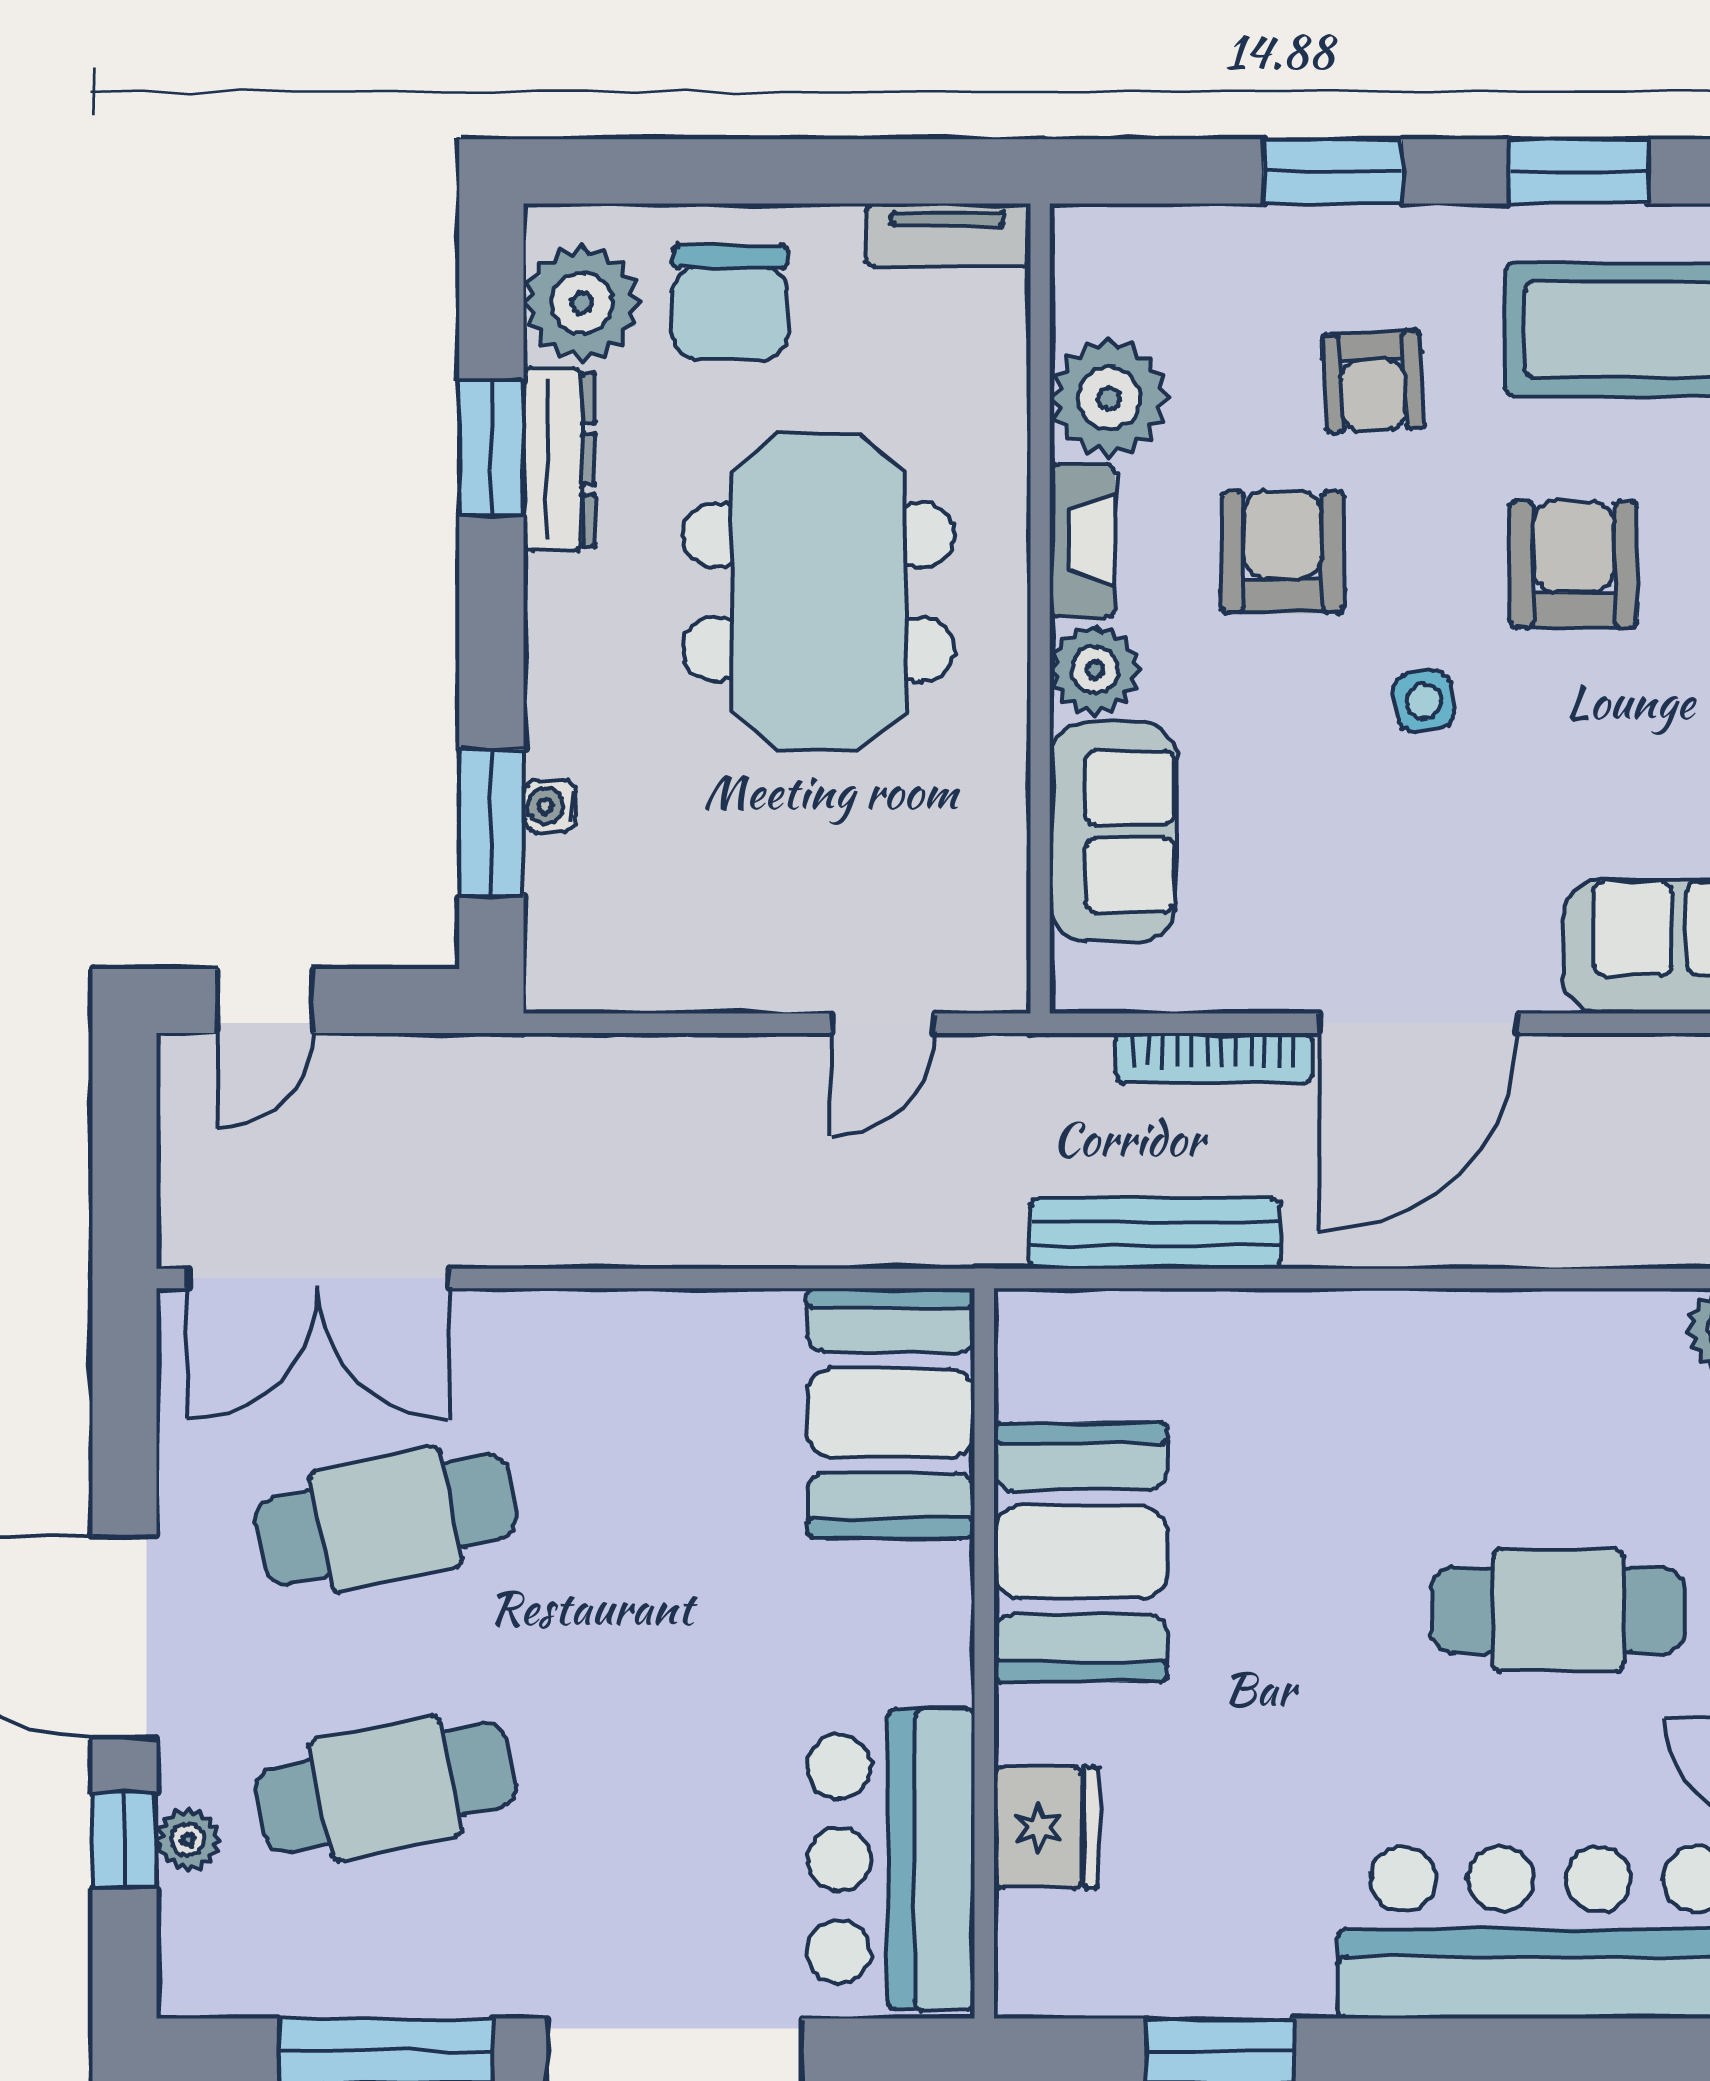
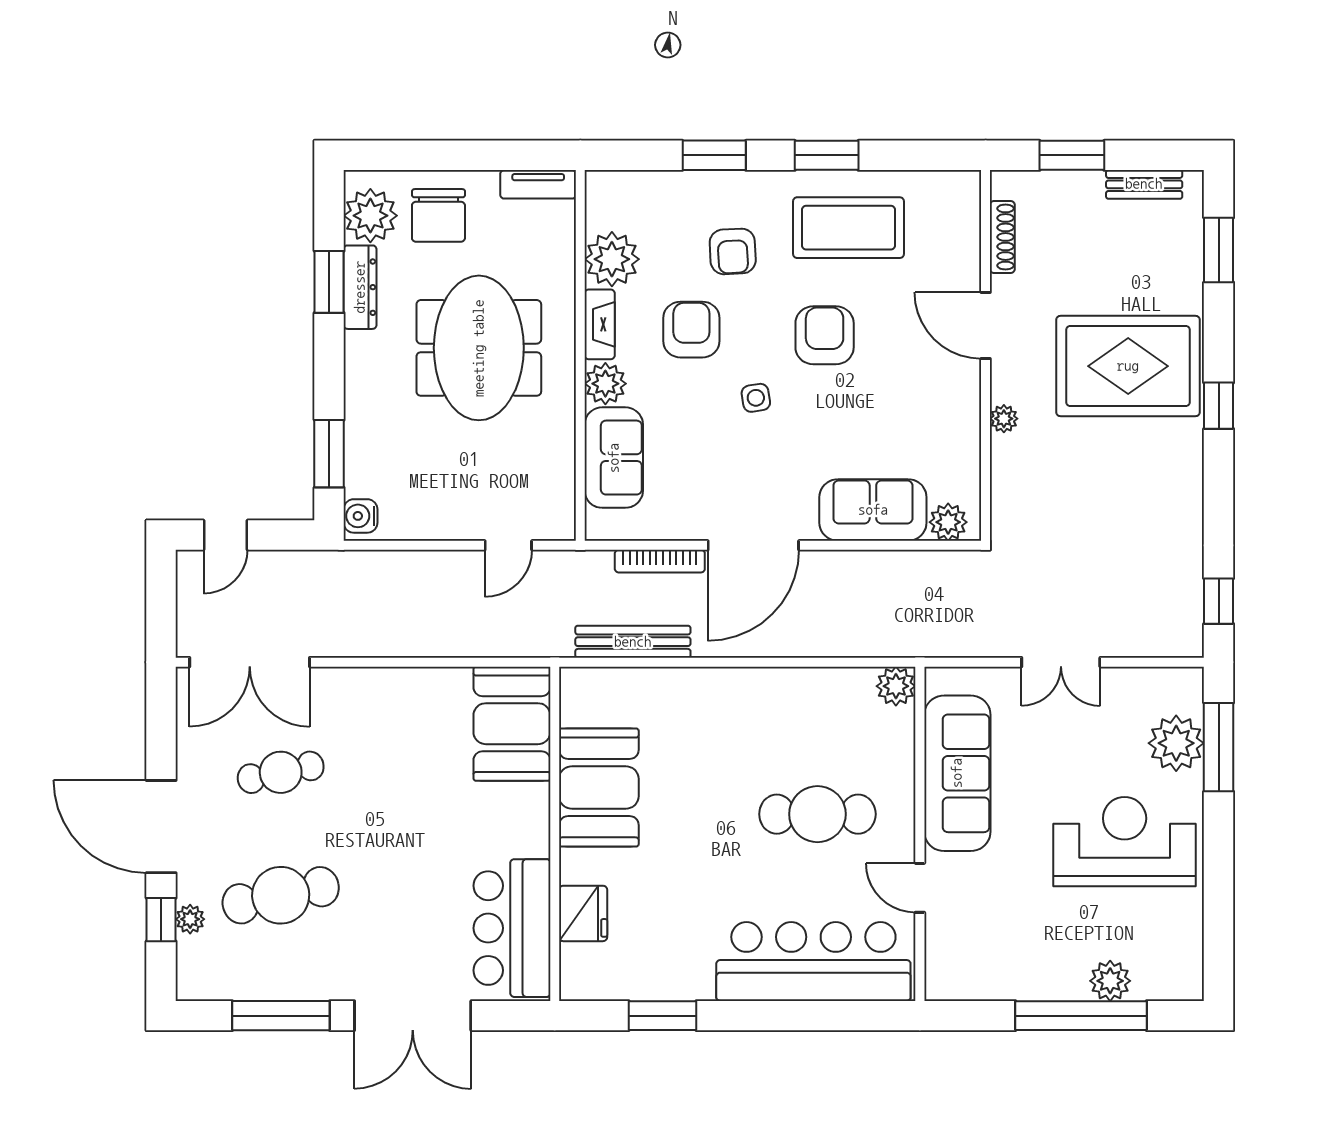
water cooler: (550, 806) -> (360, 516), moved, width x1.38, depth x1.38
cafe table: (386, 1519) -> (281, 772), width x0.73, depth x0.74

